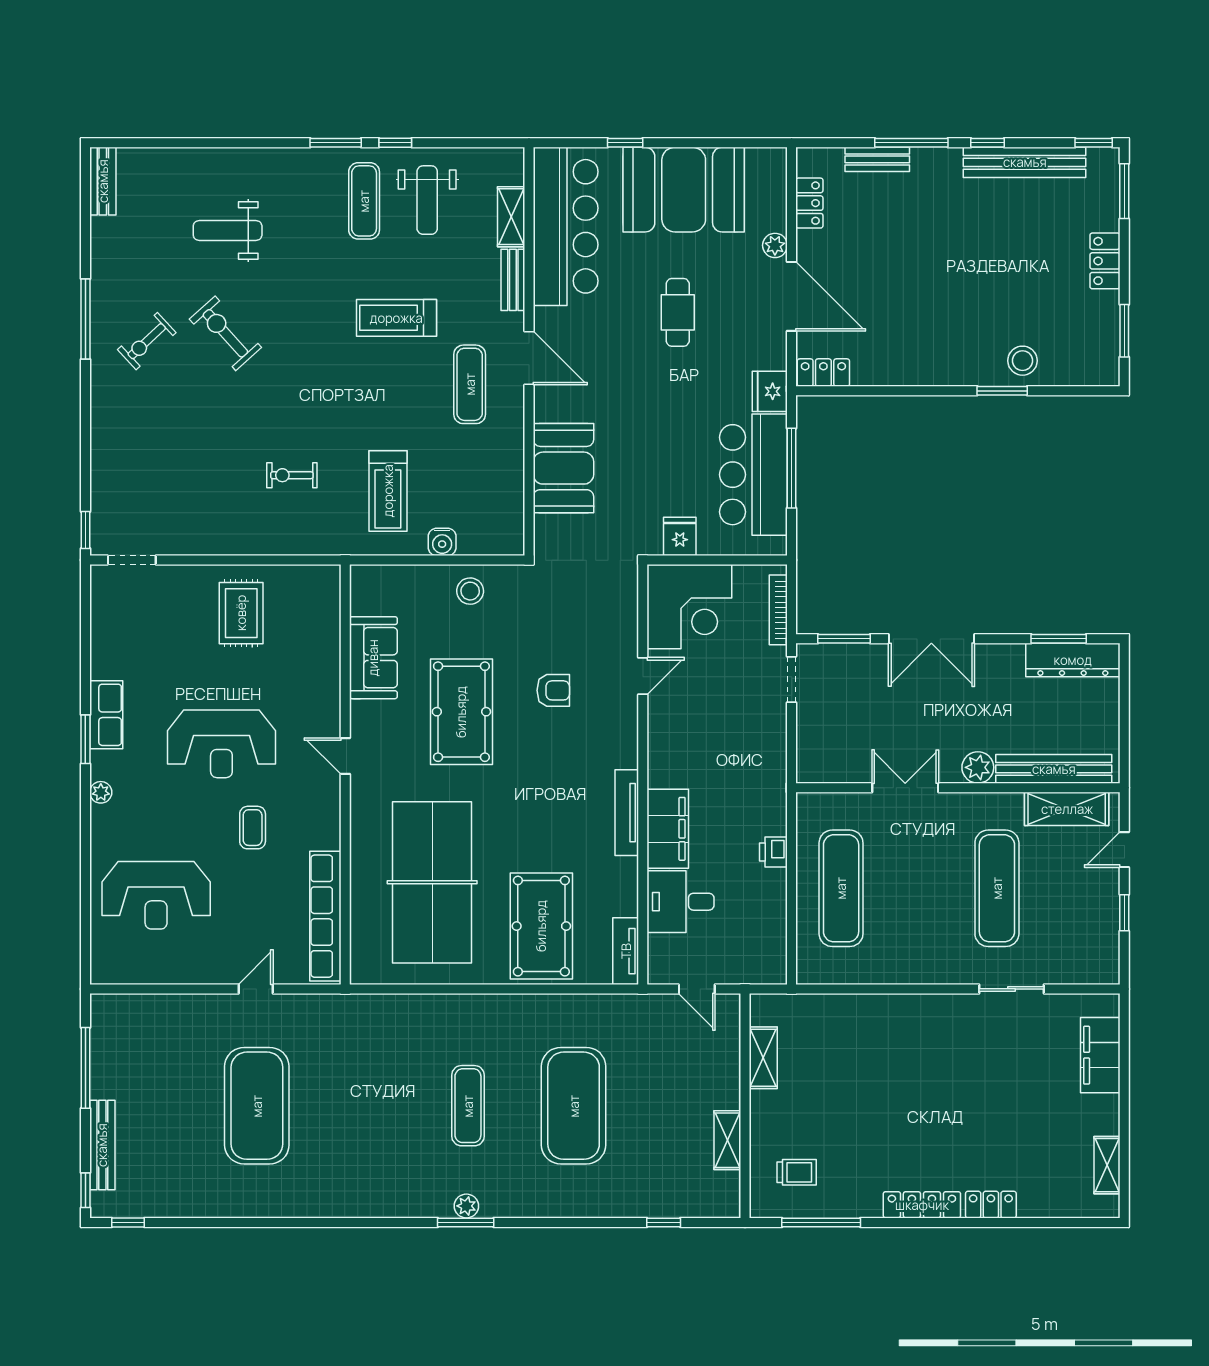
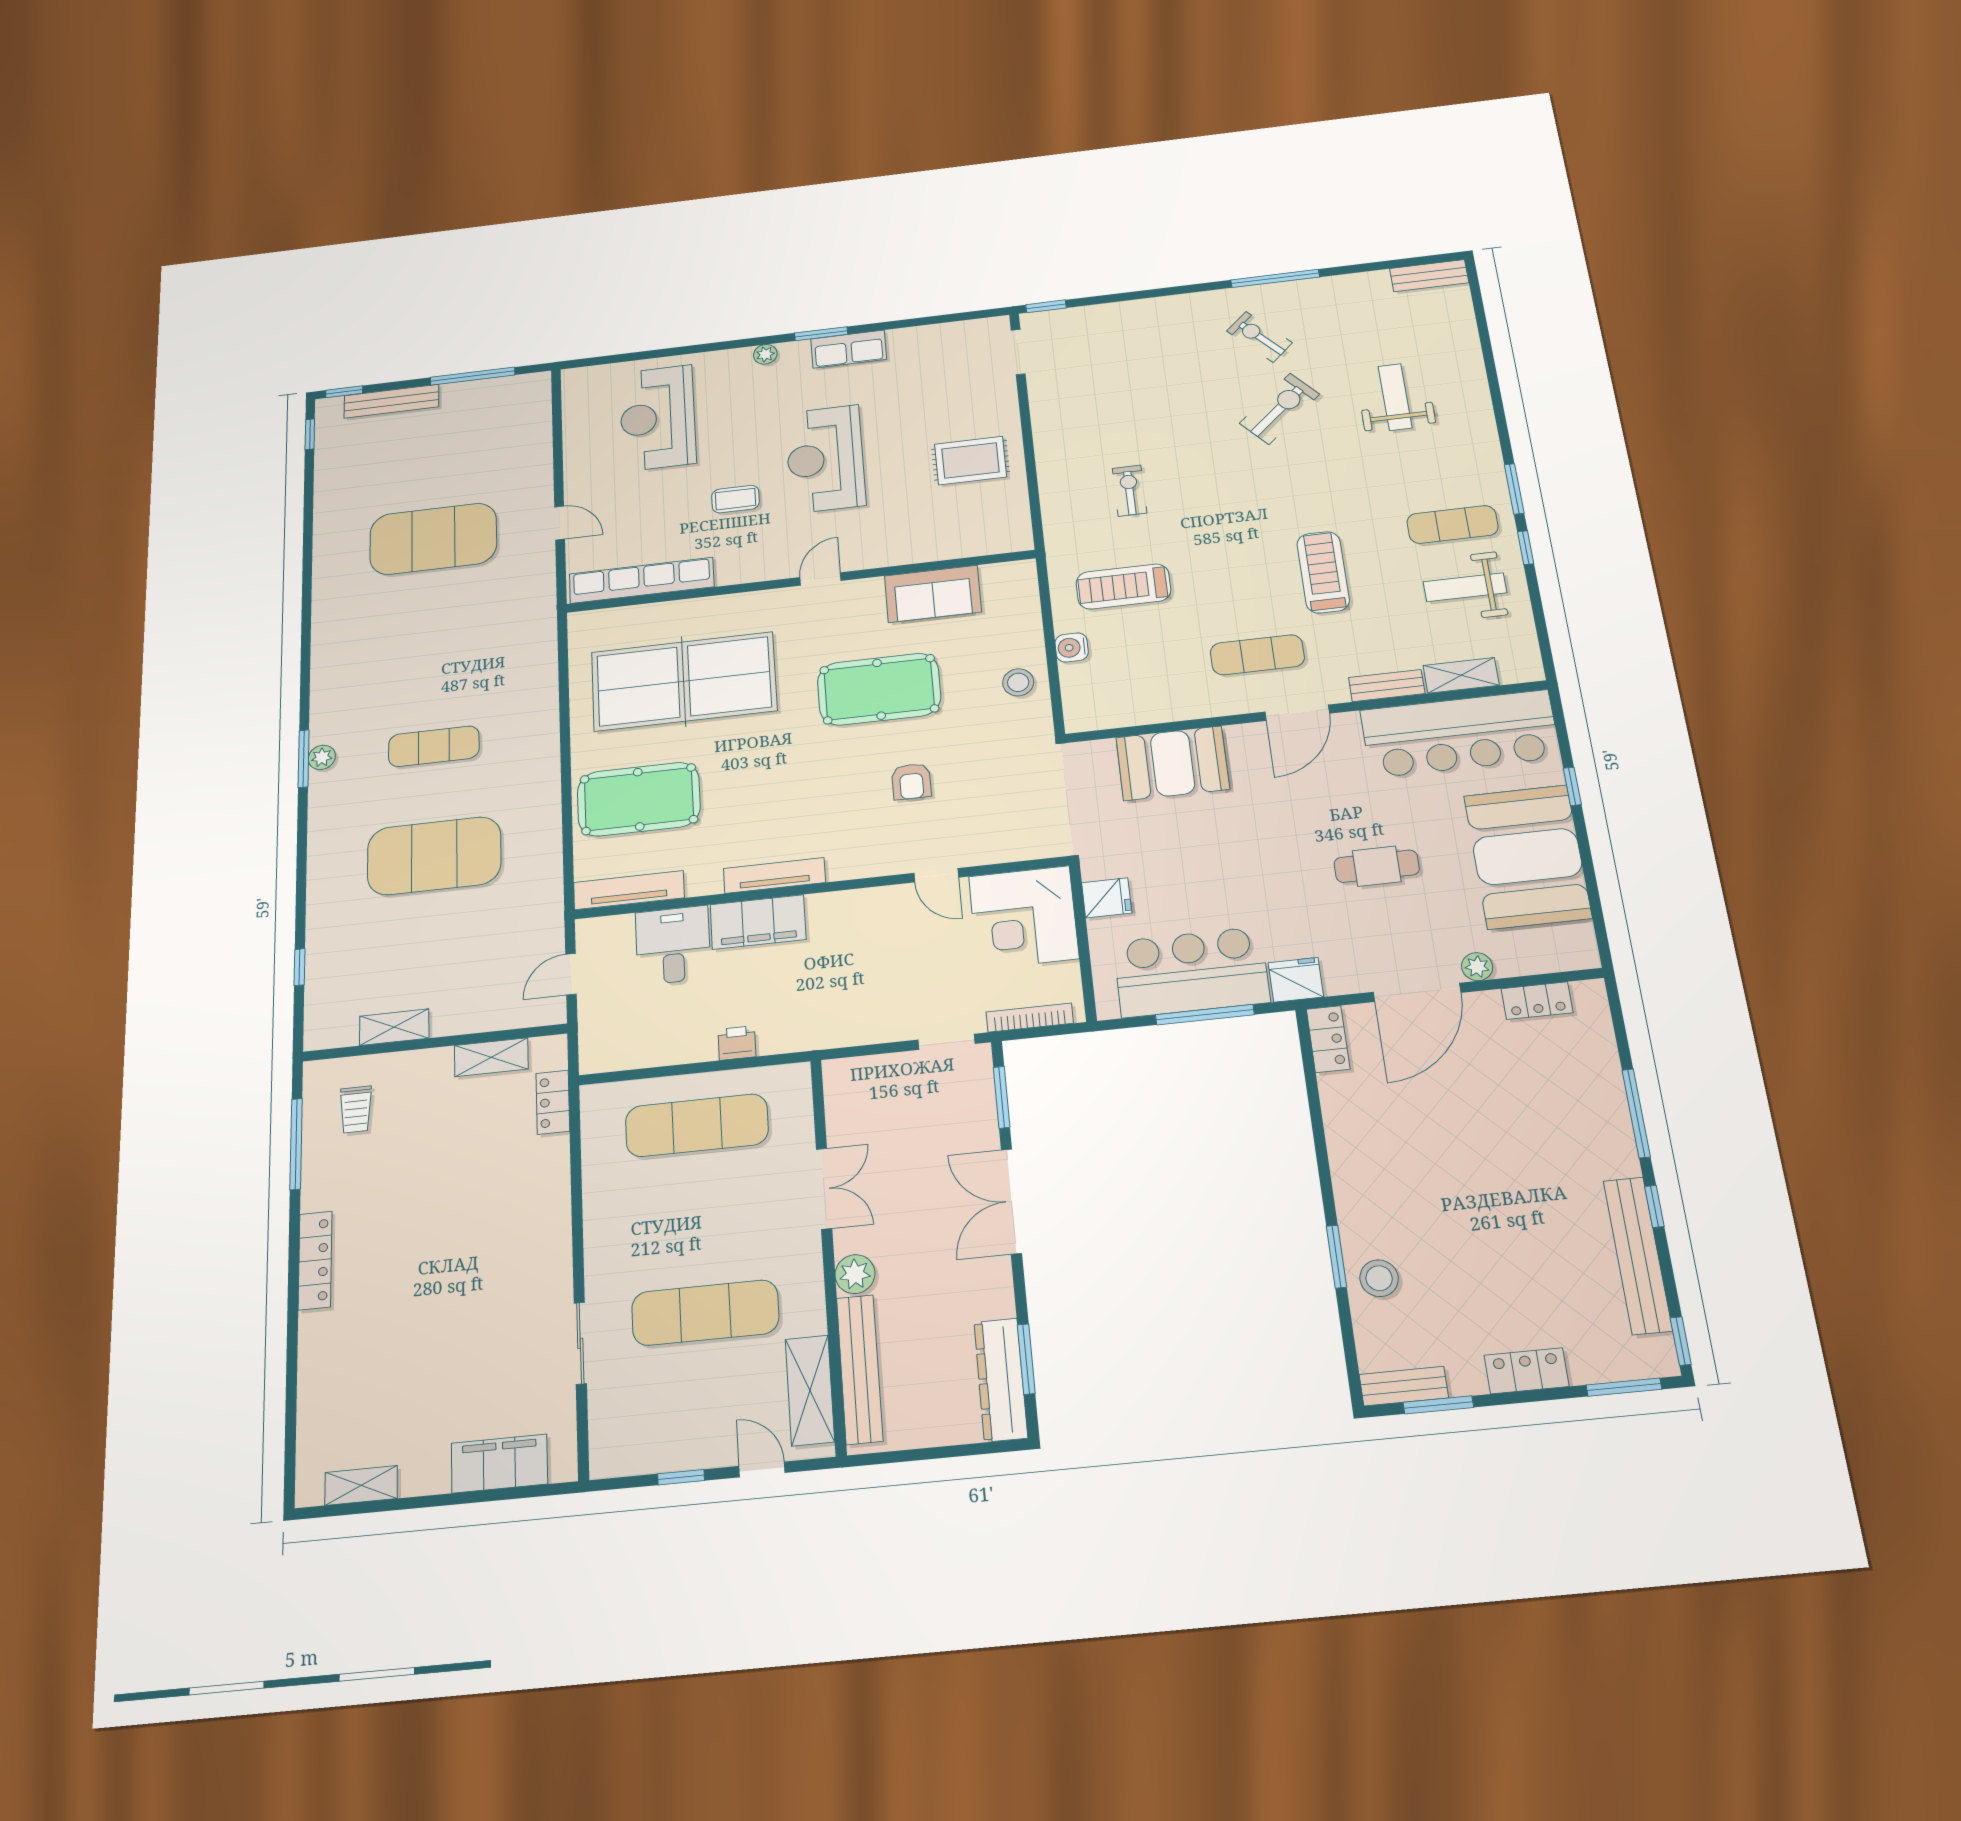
bench: (877, 159) -> (1404, 1386), moved, turned 90
tv unit: (626, 951) -> (629, 890), width x1.41
locker: (991, 1205) -> (553, 1102), moved, turned 180

